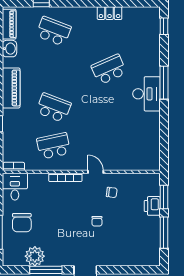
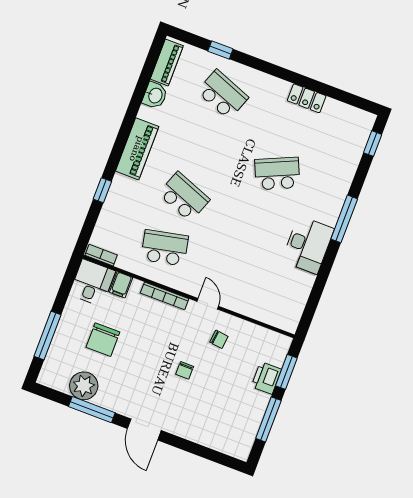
desk: (147, 94) -> (308, 245), moved
filing cabinet: (34, 181) -> (121, 285), added
chair: (22, 223) -> (103, 340), moved

